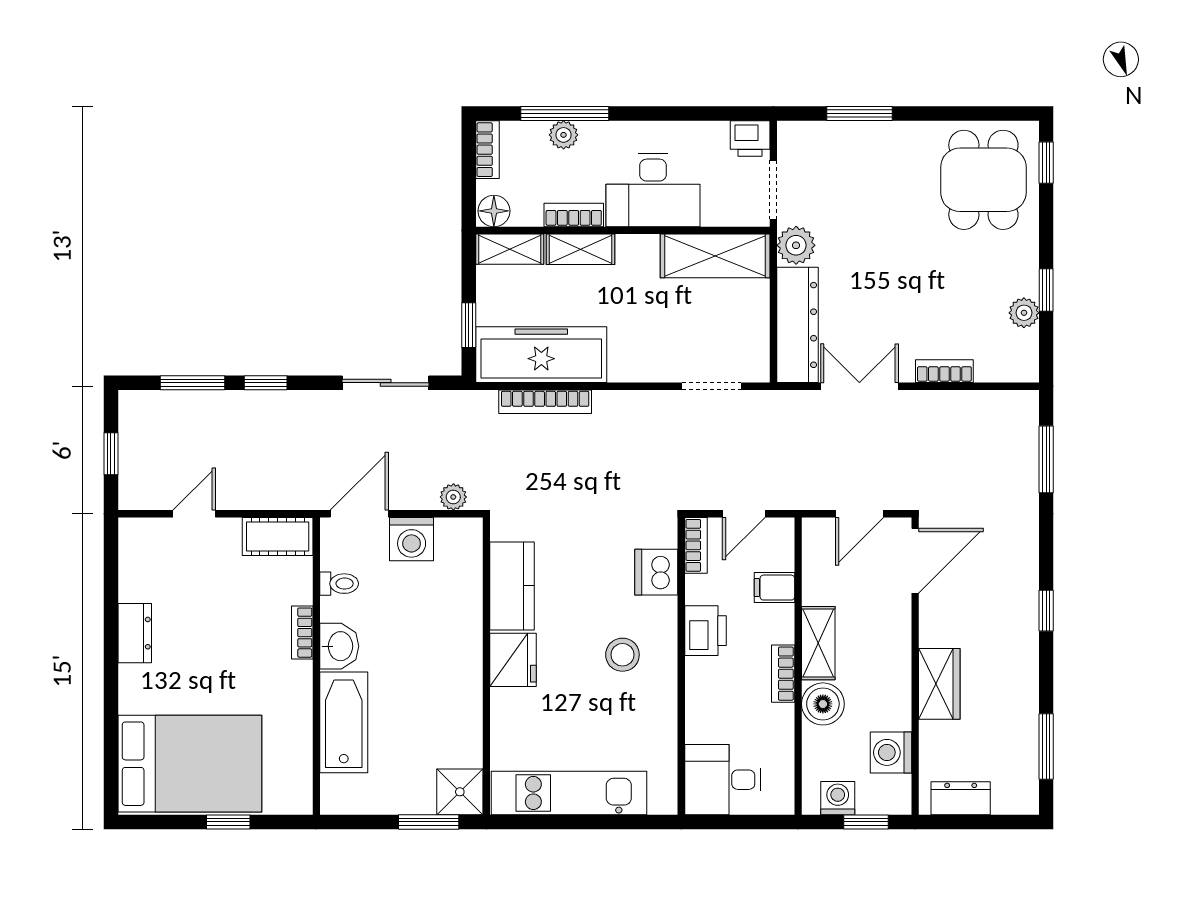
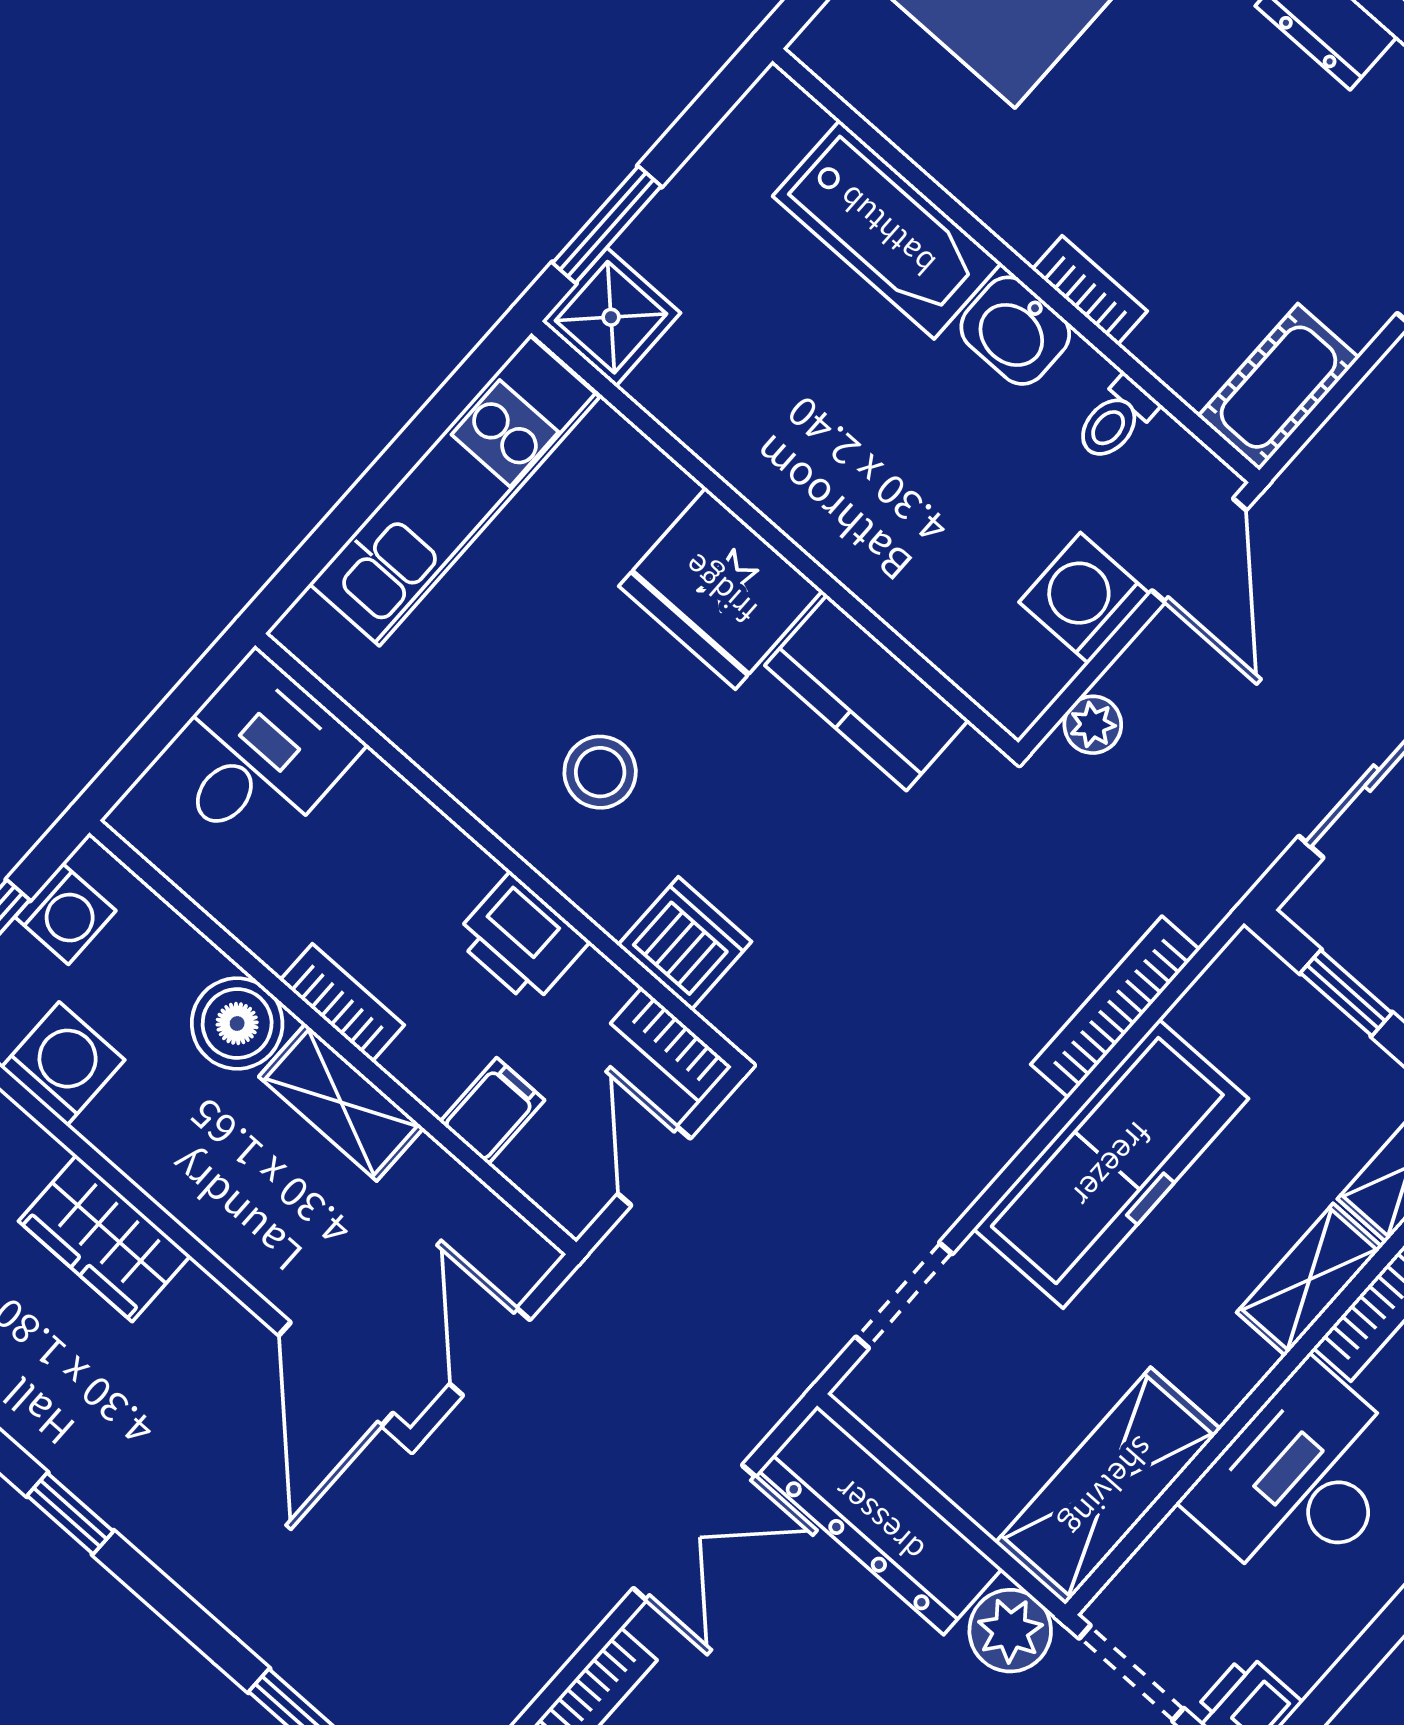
freezer: (541, 355) -> (1111, 1164), moved
fridge: (513, 660) -> (721, 588), width x1.36, depth x1.34

